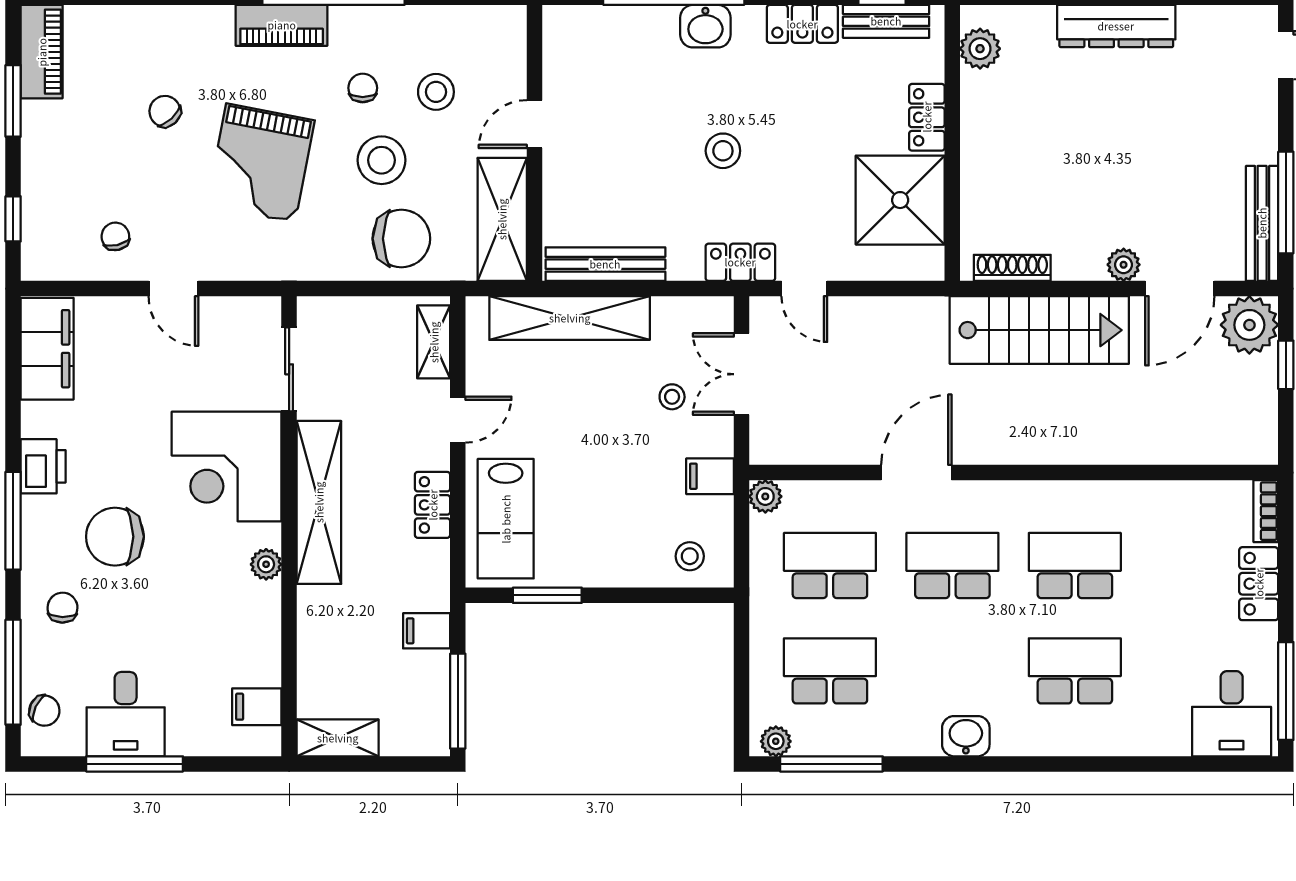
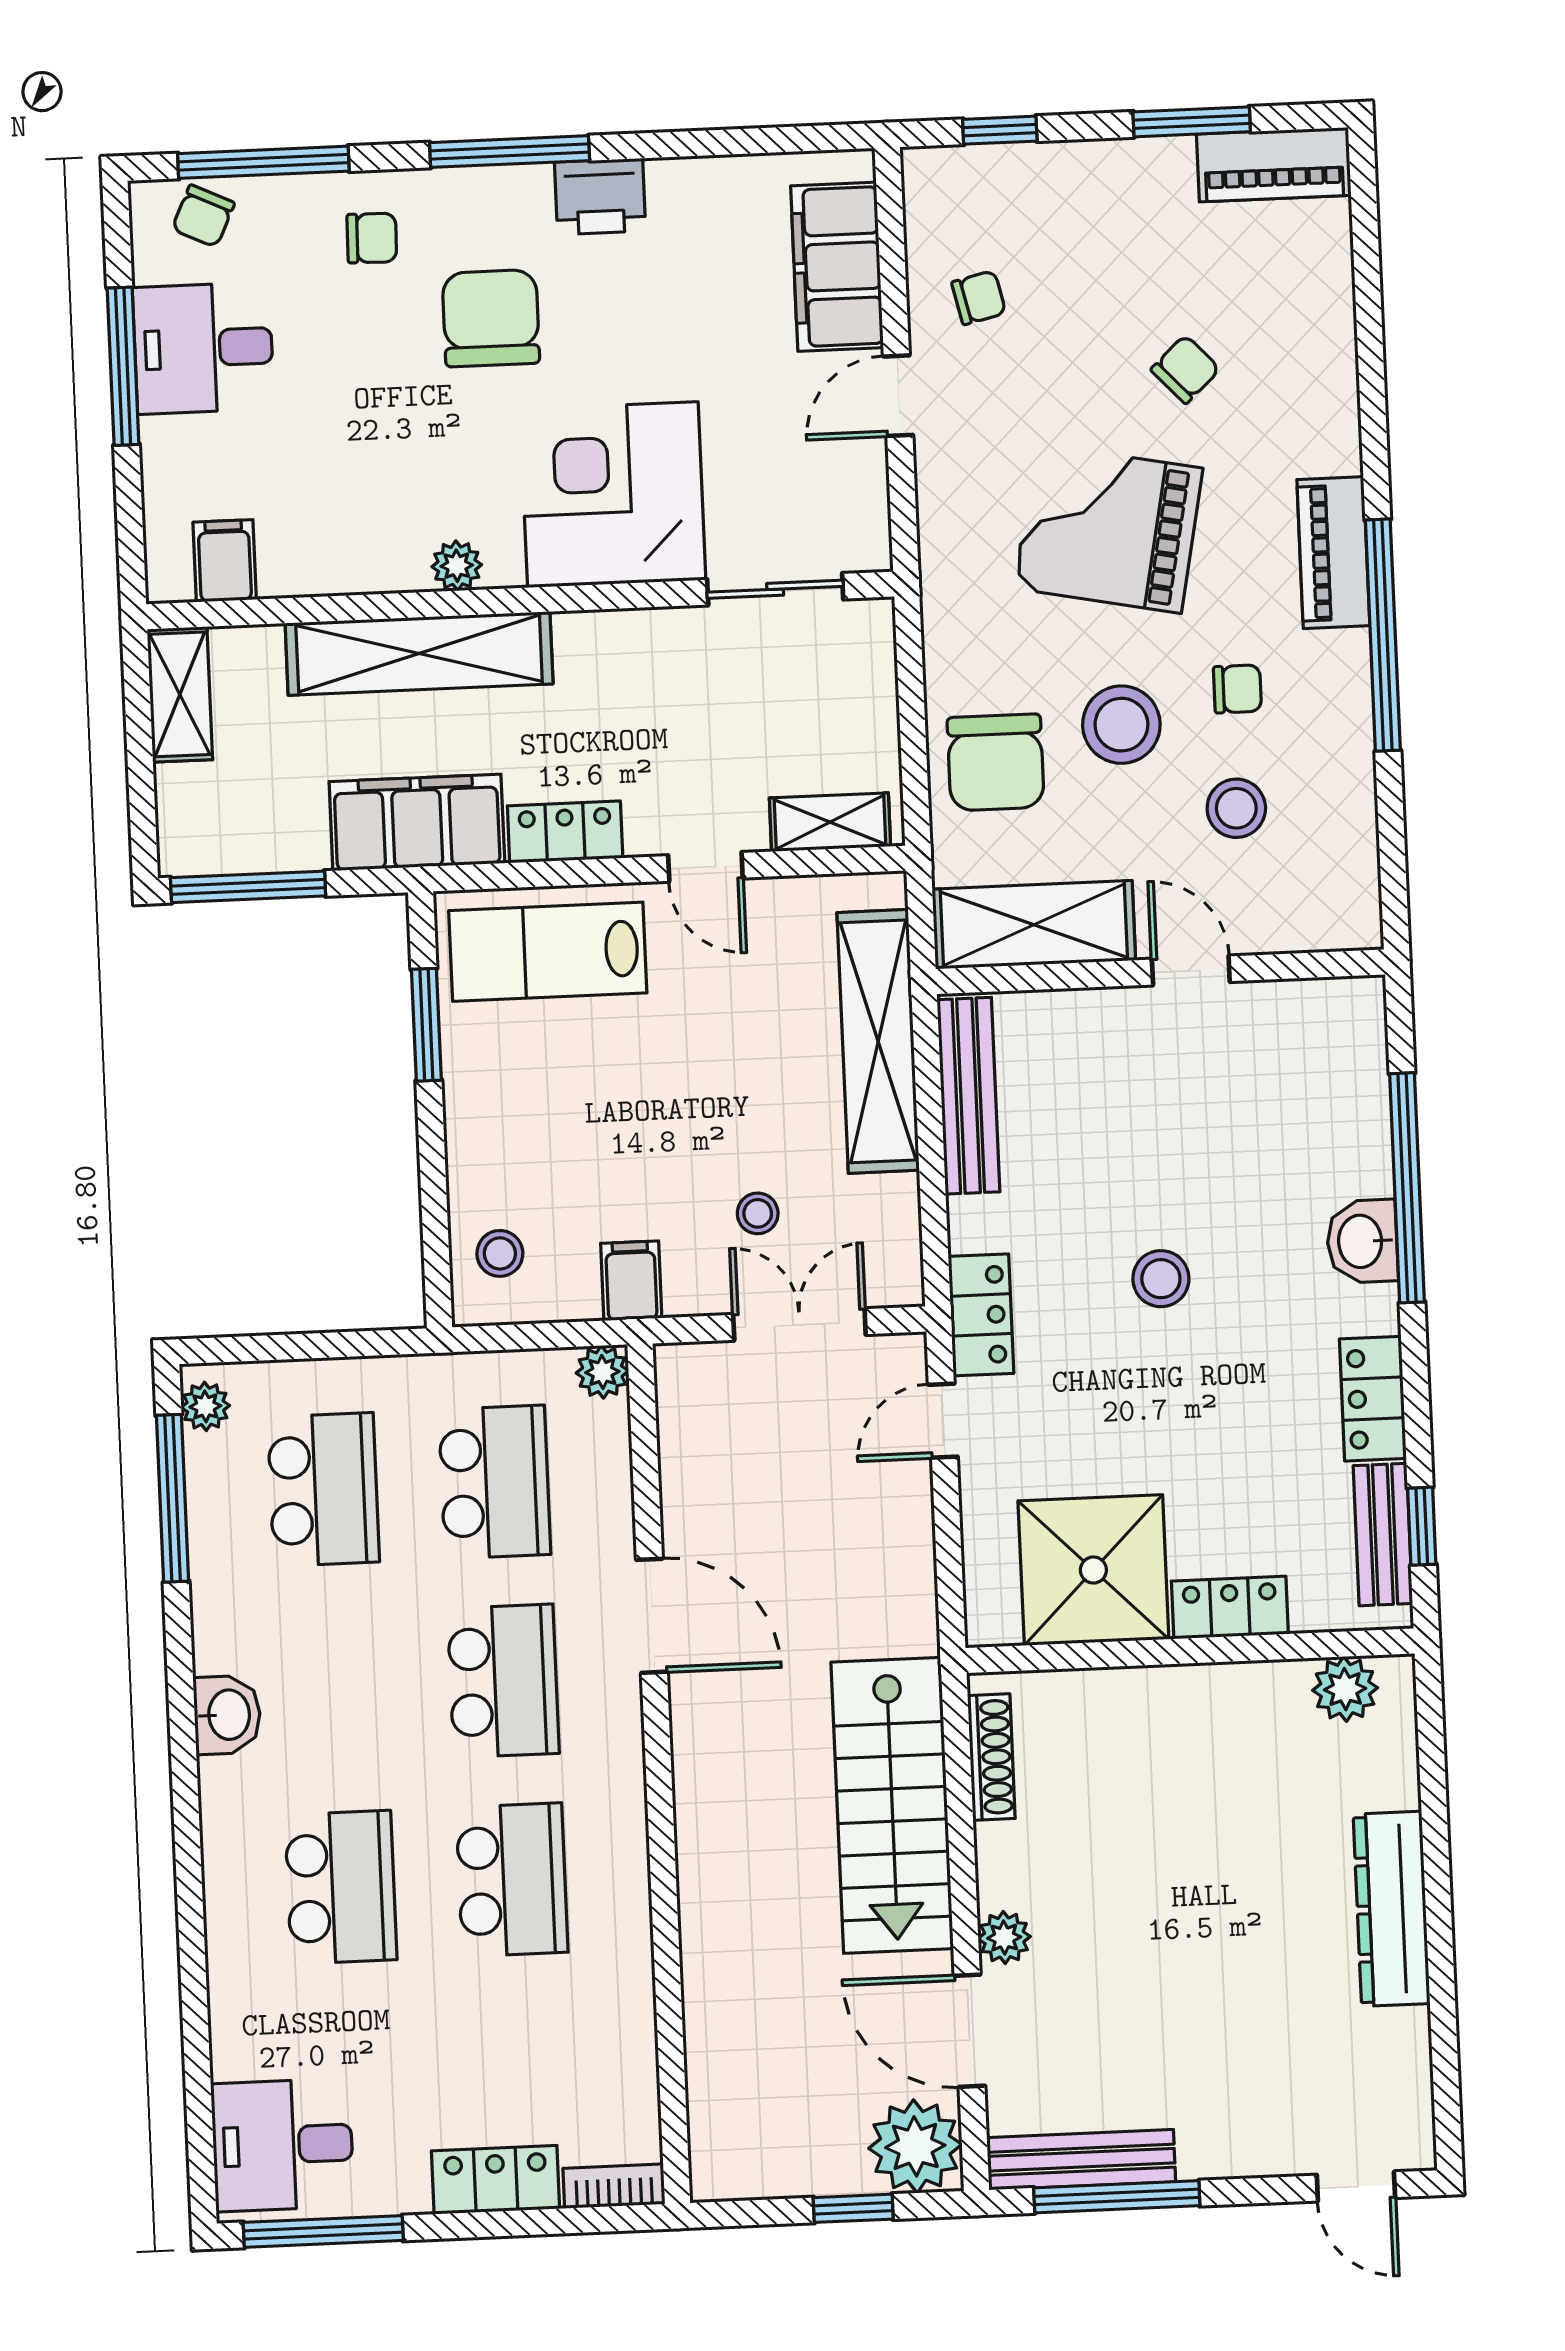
filing cabinet: (47, 349) -> (837, 267), moved, turned 90
shelving: (319, 502) -> (419, 653), moved
filing cabinet: (427, 631) -> (417, 822), width x3.00, depth x1.17

